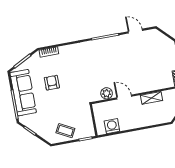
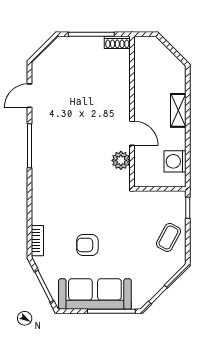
door: (124, 97) -> (132, 133), swing flipped
shelving: (152, 98) -> (178, 110), moved

